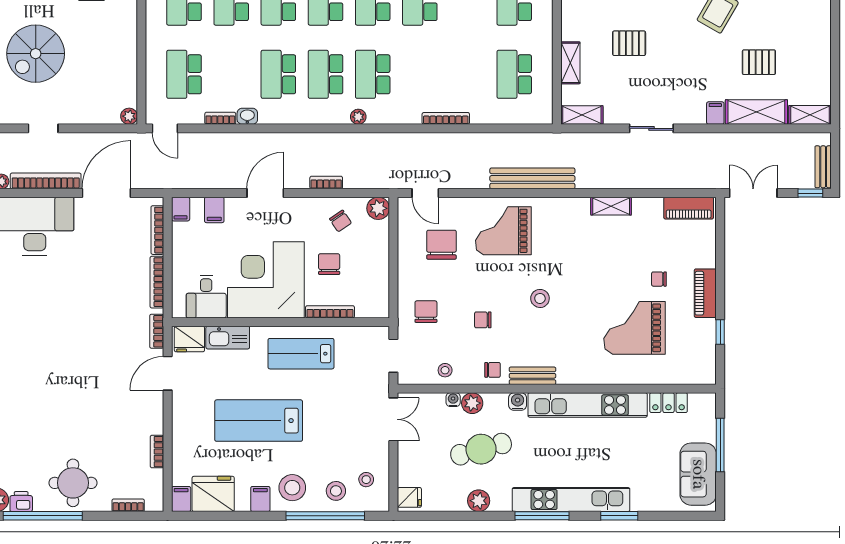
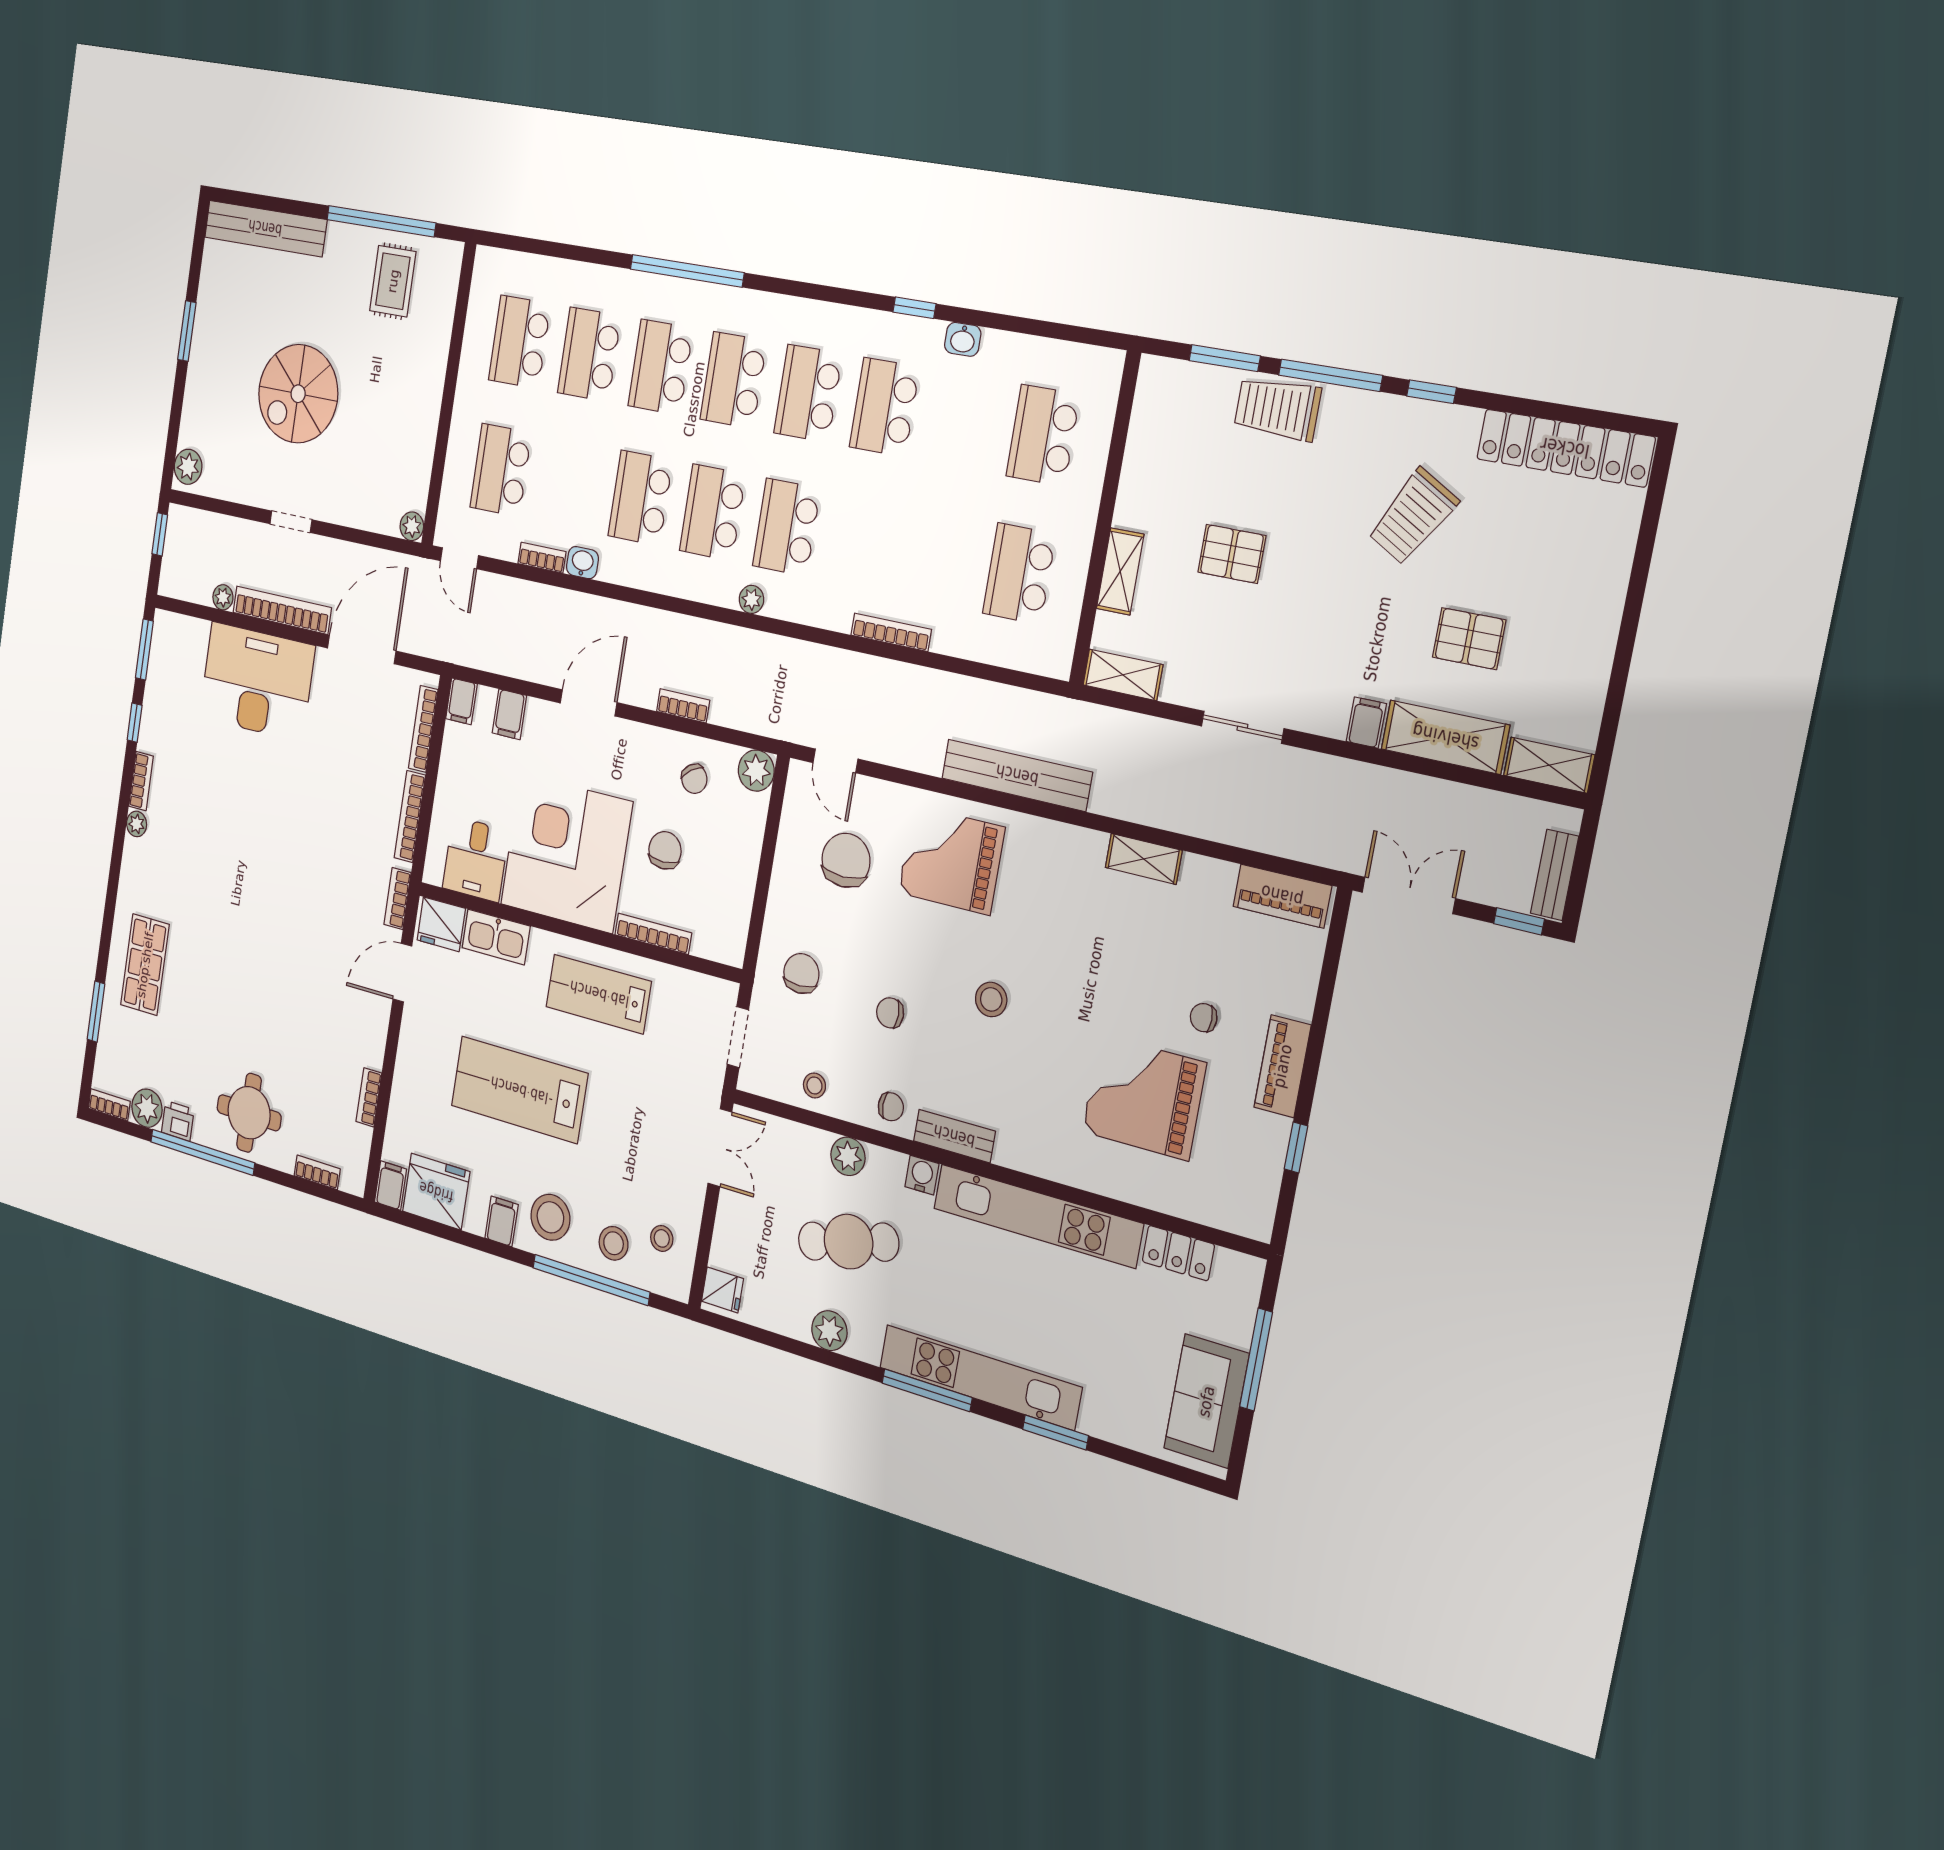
water cooler: (453, 400) -> (819, 1141), removed

